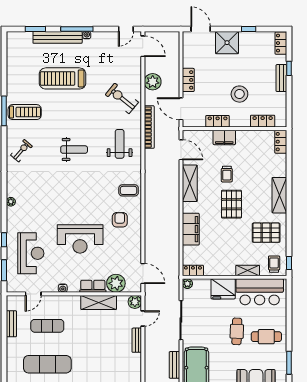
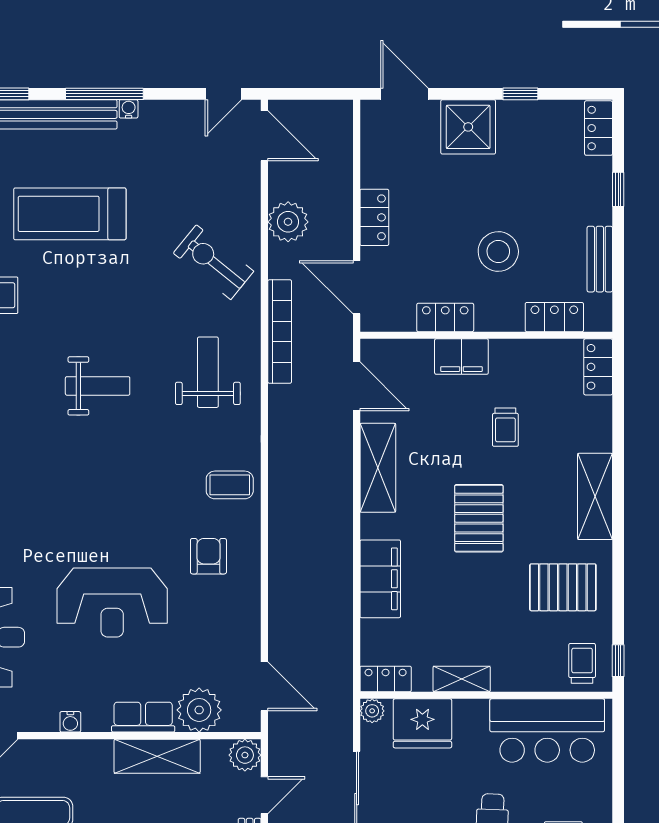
bench: (281, 78) -> (600, 259), moved
trolley: (227, 174) -> (505, 427), moved
shelving: (248, 271) -> (462, 679), moved
fridge: (223, 289) -> (422, 723), moved

